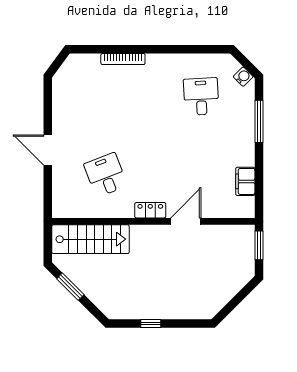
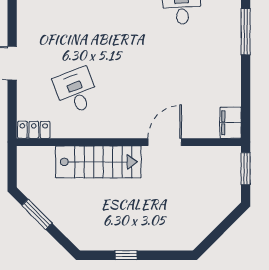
filing cabinet: (245, 181) -> (231, 123), moved
locker: (150, 210) -> (34, 130), moved
stairs: (90, 239) -> (98, 162), moved

